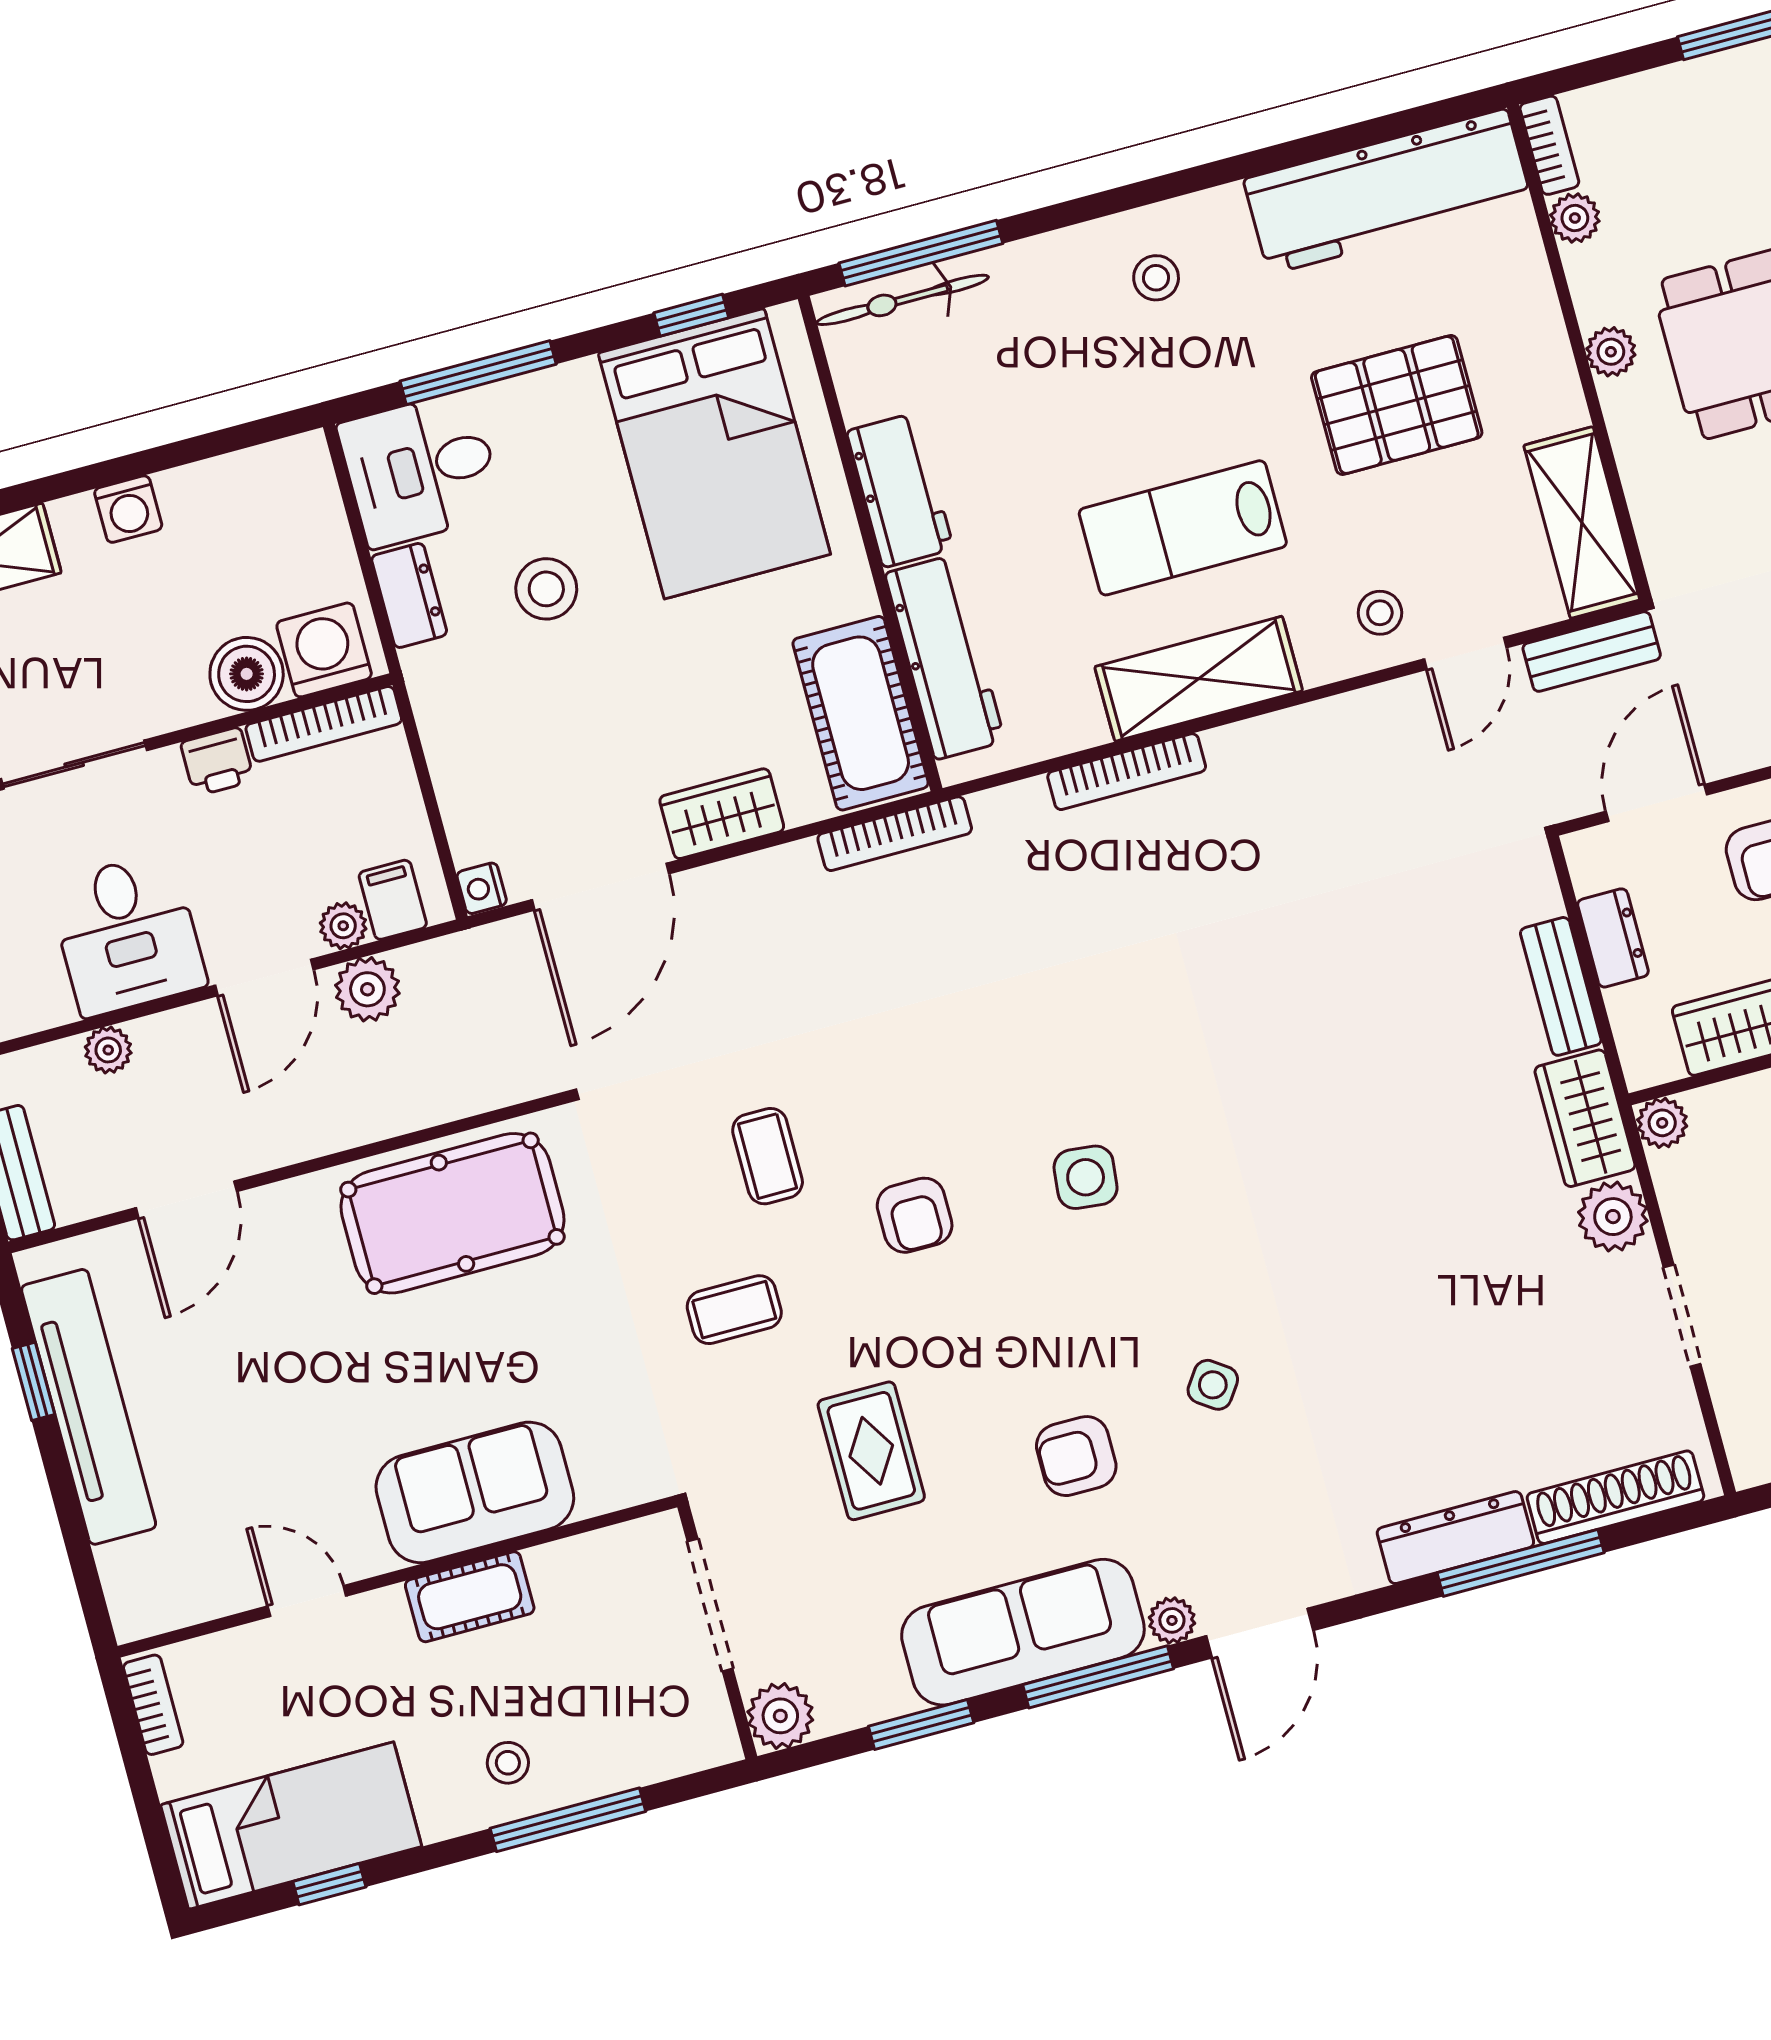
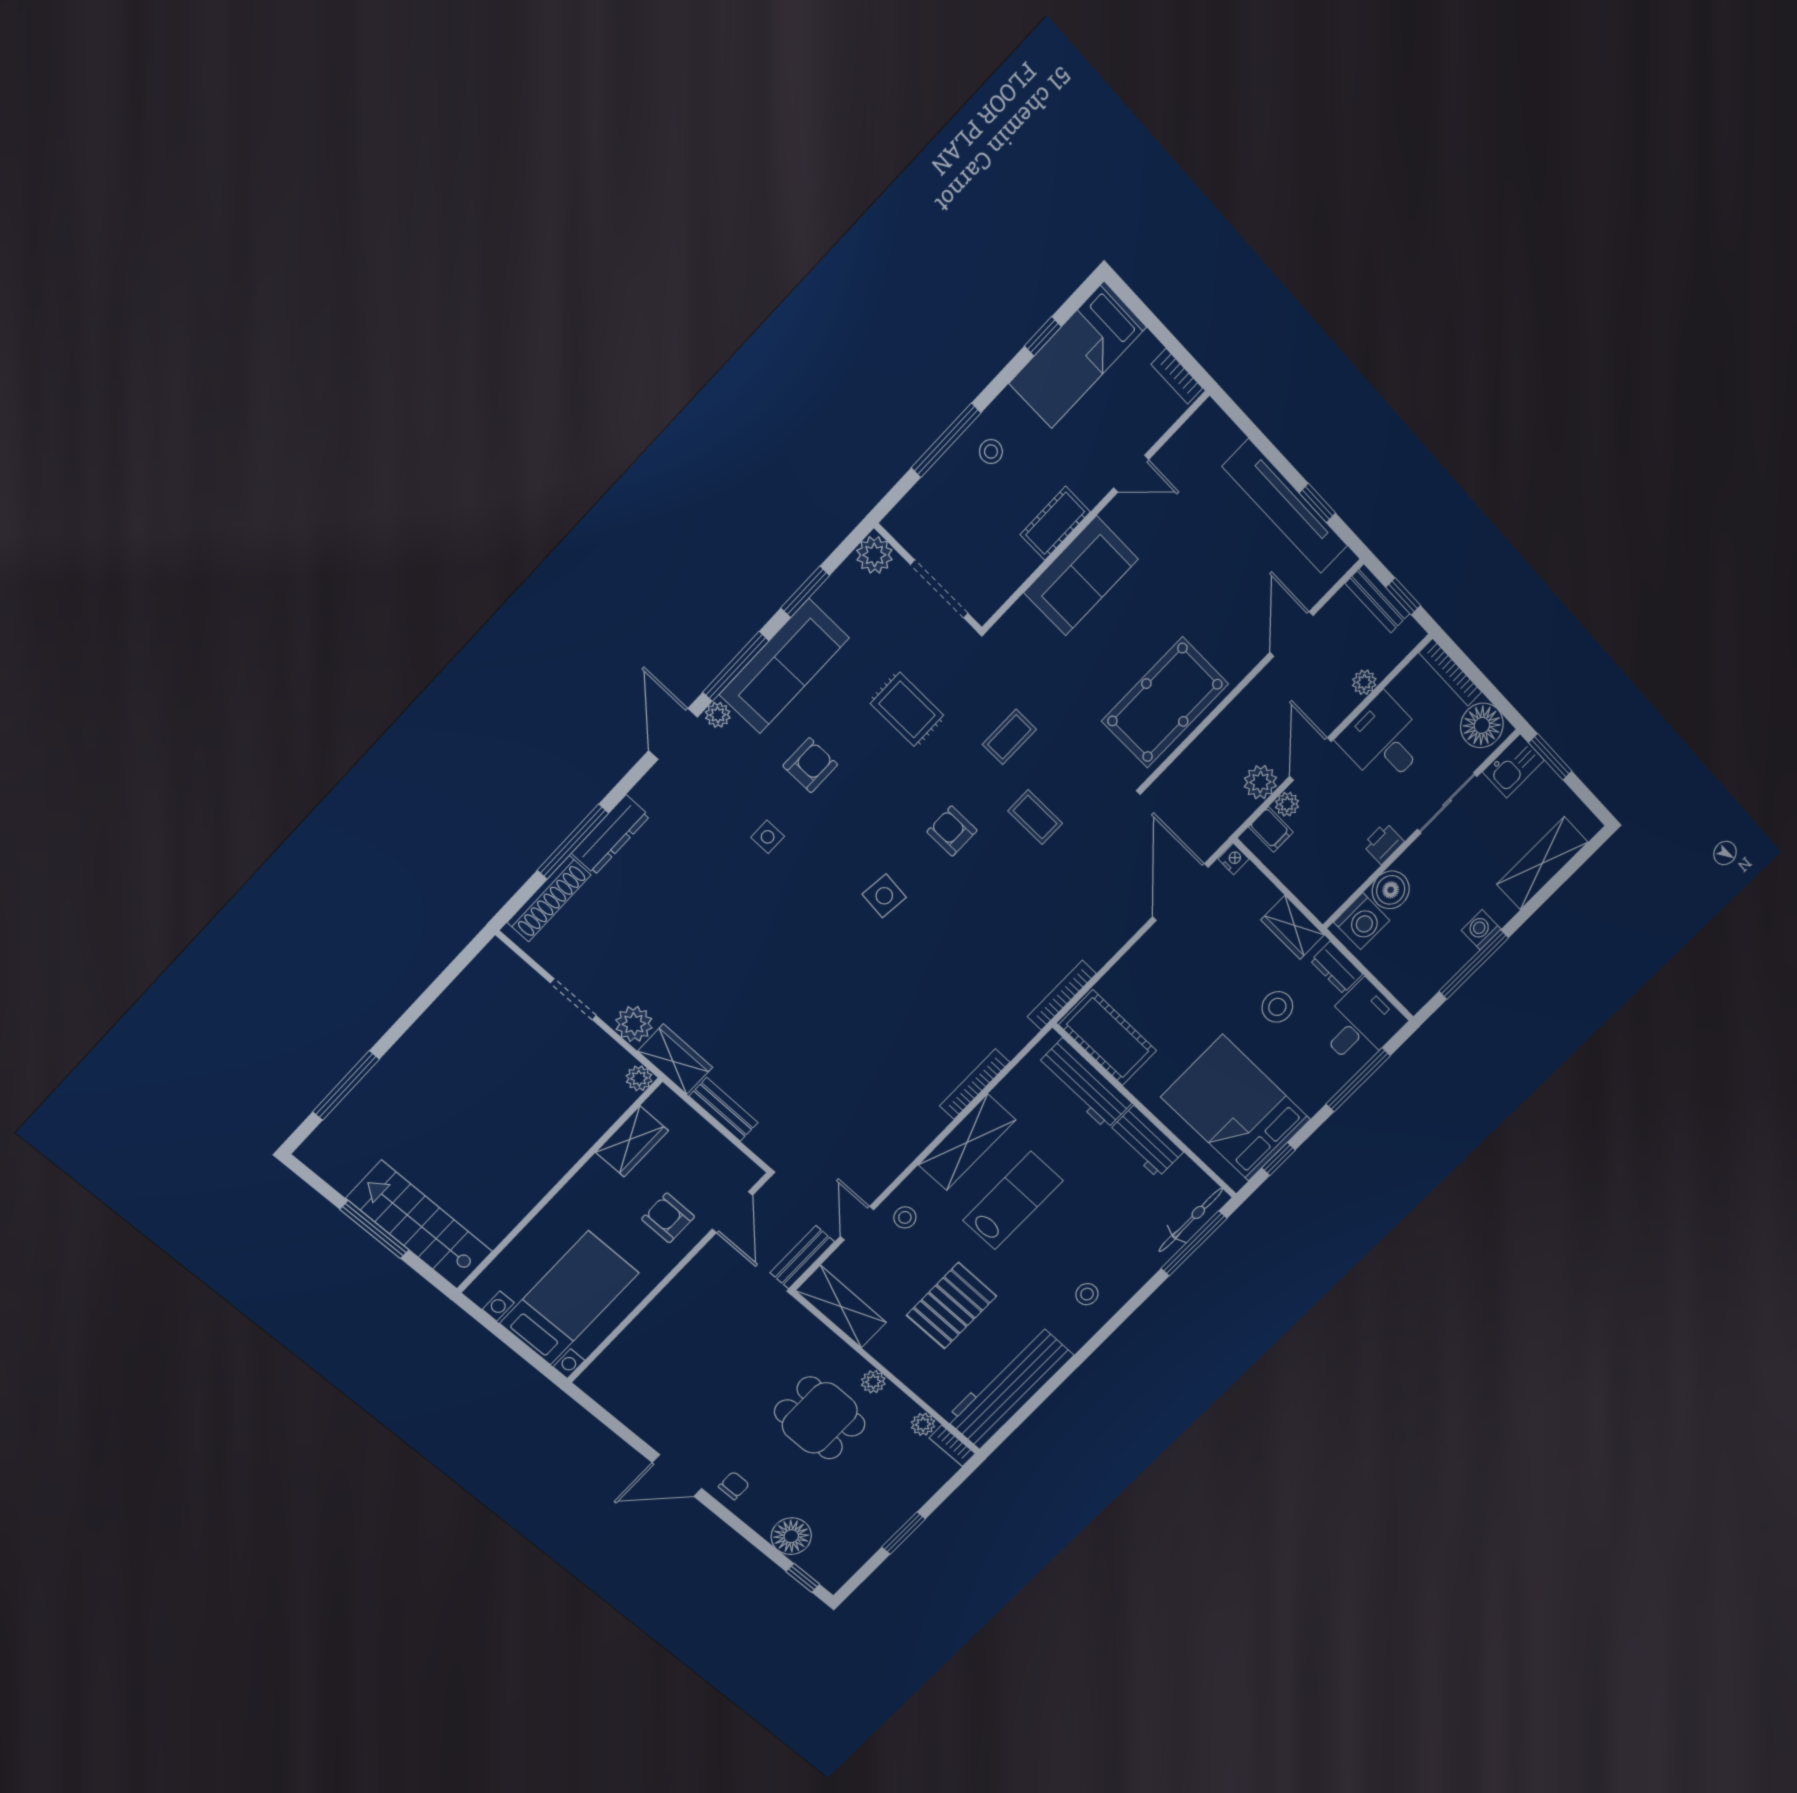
window: (172, 455) -> (1474, 965), added
bookcase: (324, 724) -> (1344, 889), removed
wardrobe: (722, 814) -> (1293, 927), moved, turned 90
dresser: (1613, 938) -> (714, 1144), removed
side table: (1213, 1385) -> (768, 837), turned -35

